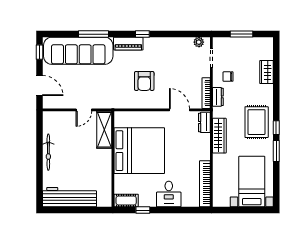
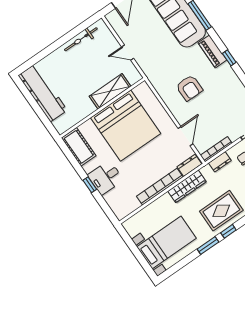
armchair: (144, 81) -> (189, 88), turned -90
shelving: (104, 130) -> (110, 91), moved
bicycle: (48, 152) -> (81, 39), moved
bookcase: (205, 184) -> (160, 187), moved
cot: (126, 201) -> (79, 147), width x1.37, depth x1.34
window: (143, 210) -> (90, 185), moved

